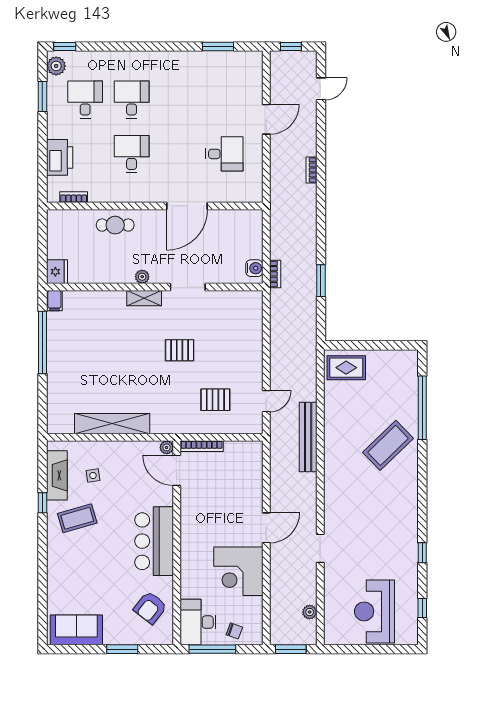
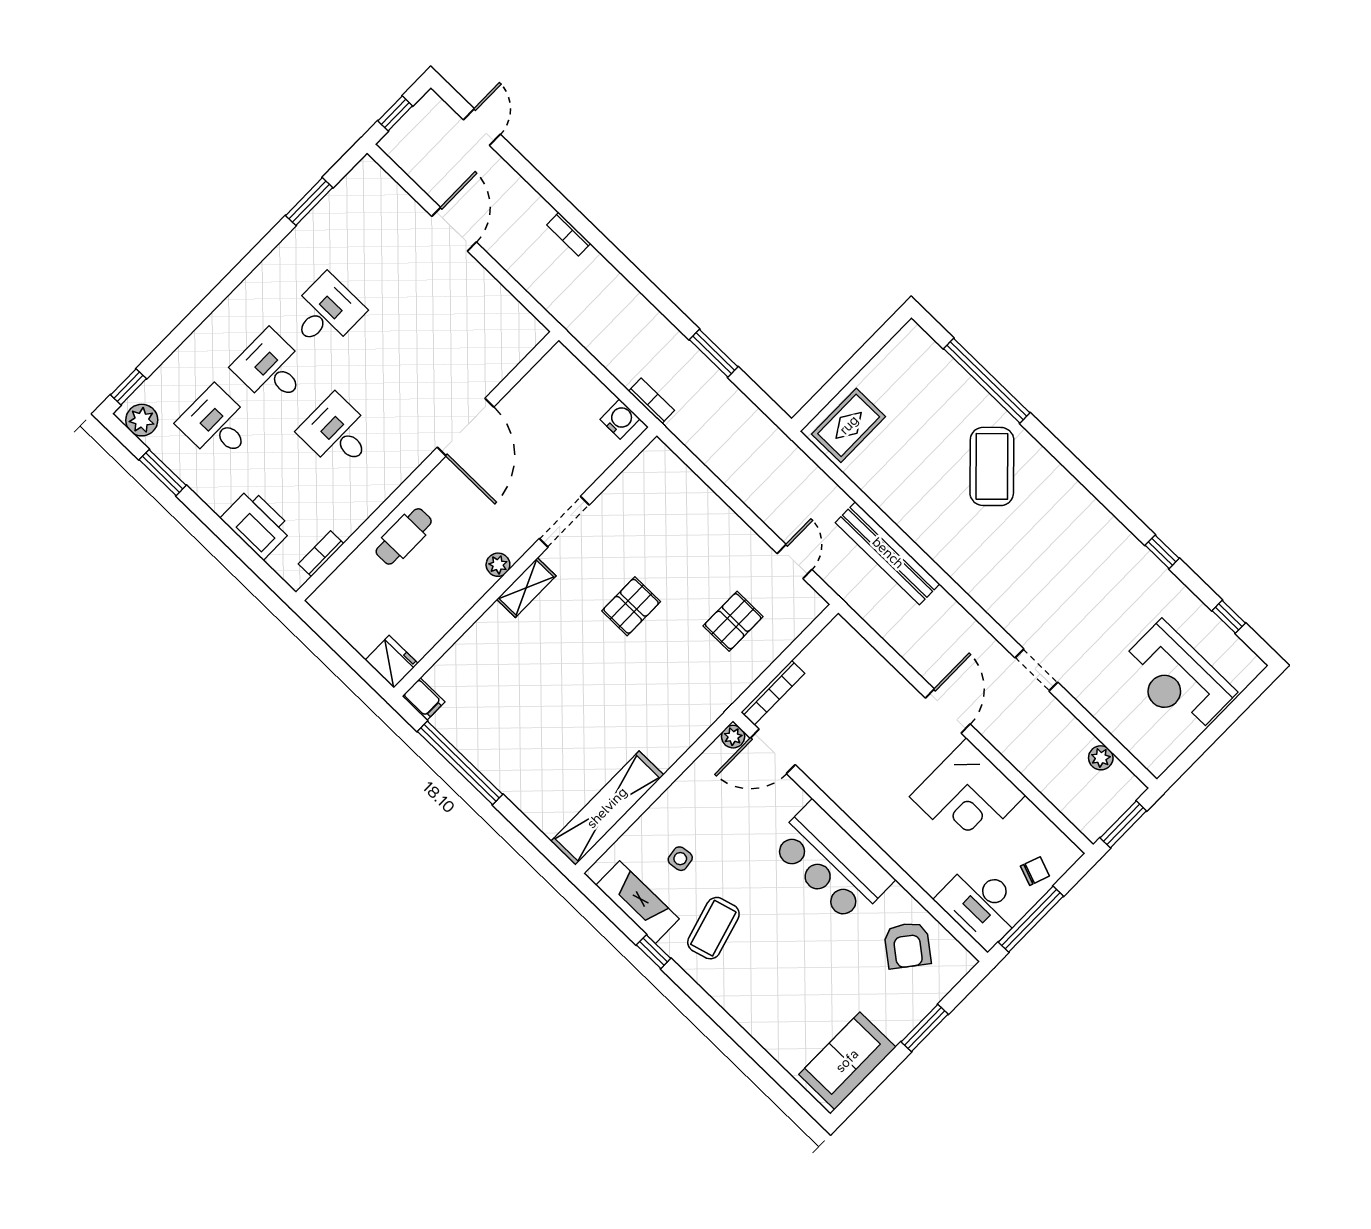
desk: (224, 154) -> (326, 312), moved
shelving: (112, 424) -> (607, 808), moved

